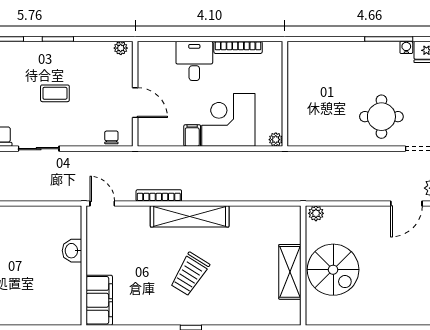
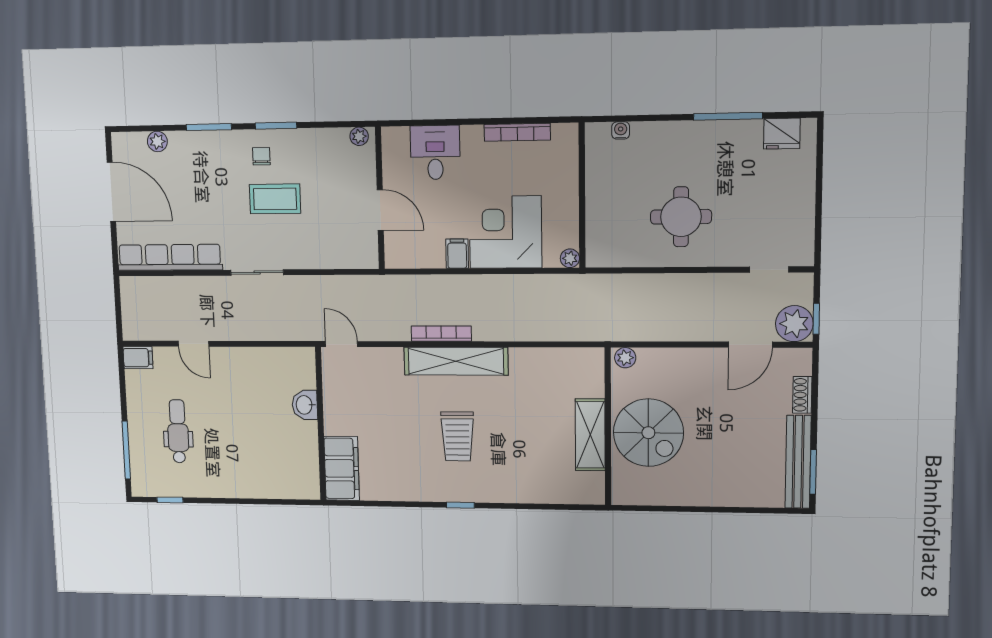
water cooler: (406, 47) -> (621, 130), moved
desk: (194, 61) -> (435, 153), moved
coffee table: (55, 93) -> (275, 199), width x1.36, depth x1.30
round table: (381, 117) -> (681, 217), moved
chair: (111, 137) -> (261, 156), moved
bookcase: (159, 195) -> (441, 334), moved
trolley: (190, 274) -> (457, 436), turned -32

